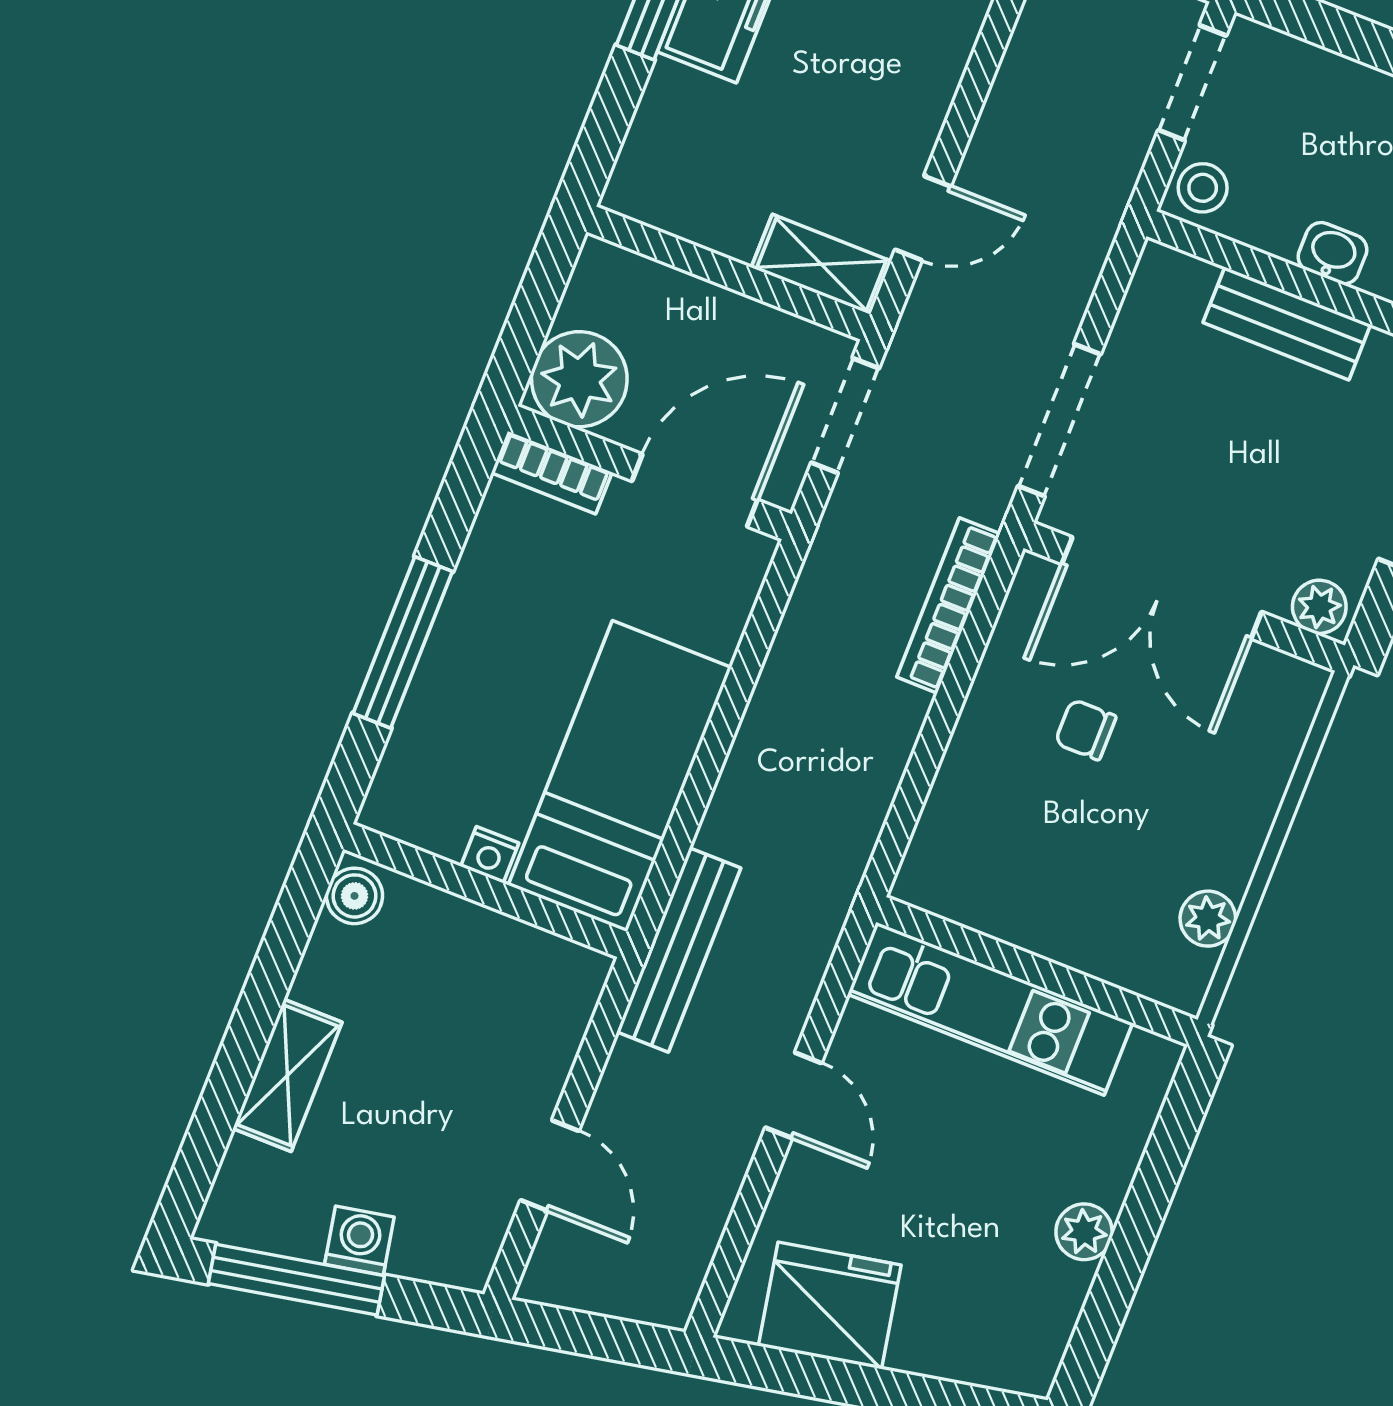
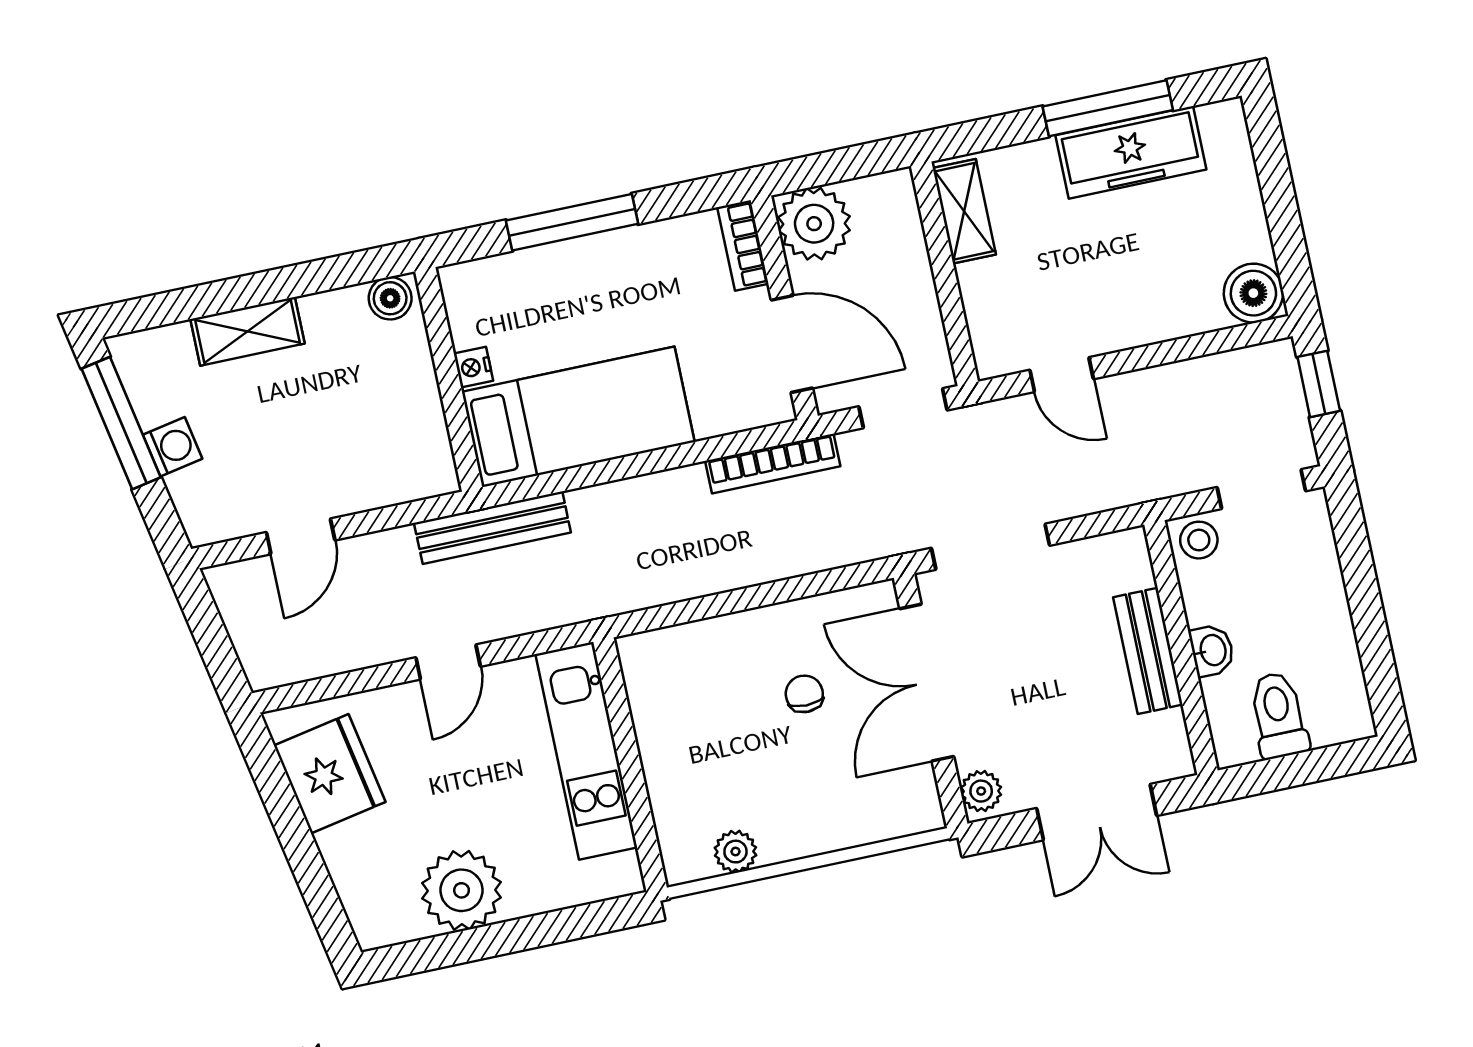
shelving: (821, 264) -> (964, 211), moved
bookcase: (948, 605) -> (773, 464), moved, turned 180
plant: (1084, 1232) -> (462, 890), width x1.87, depth x1.87

